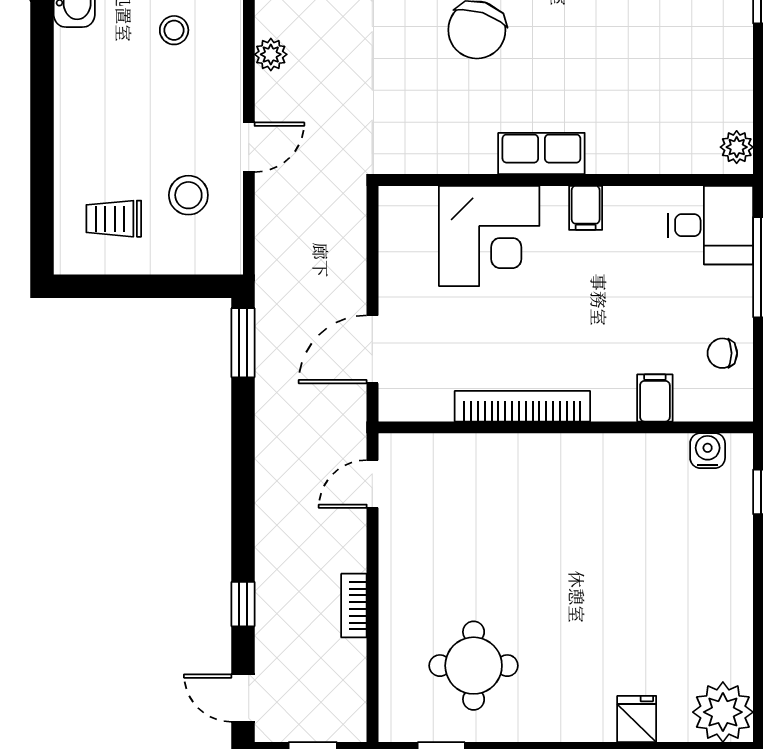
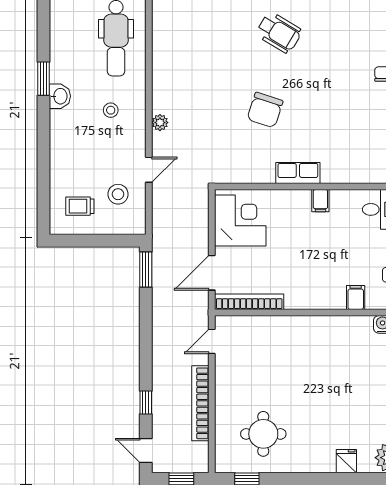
corner desk: (489, 236) -> (240, 220), moved, turned -90
bookcase: (522, 406) -> (249, 302), moved
bookcase: (354, 606) -> (200, 403), width x2.31, depth x1.31

